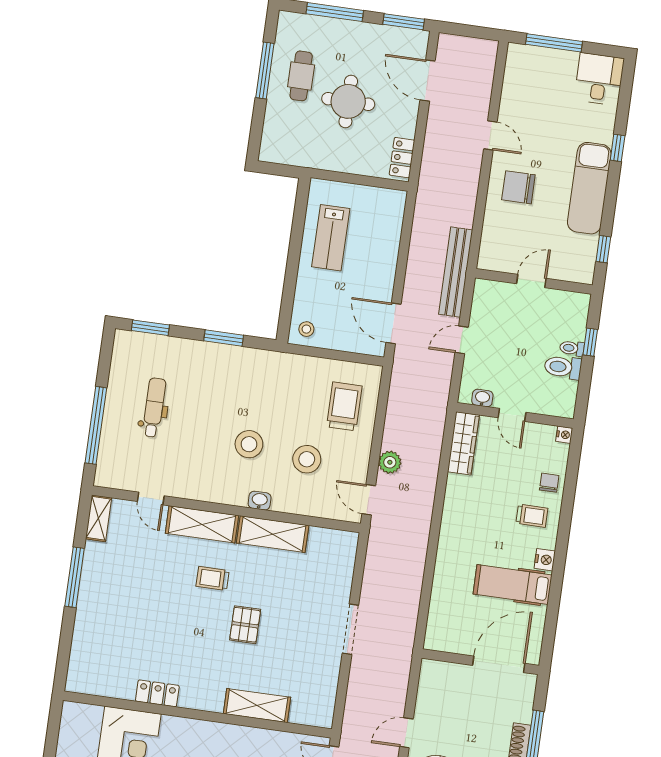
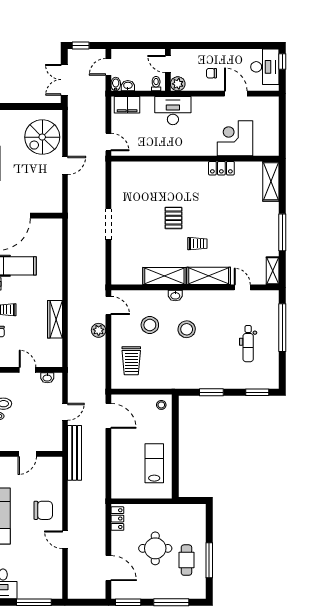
wardrobe: (463, 443) -> (55, 319), moved
shelving: (257, 705) -> (271, 181), moved, turned 90

